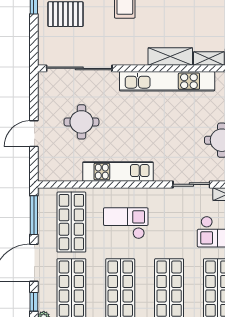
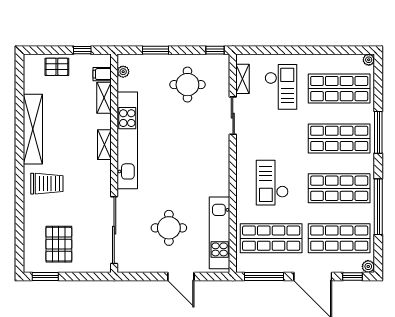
shelving: (170, 56) -> (104, 145), width x0.67, depth x0.75
kitchen unit: (118, 172) -> (220, 233), moved

